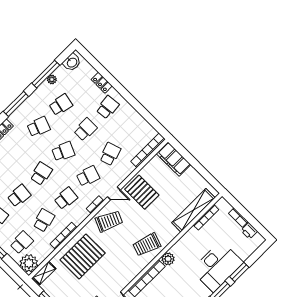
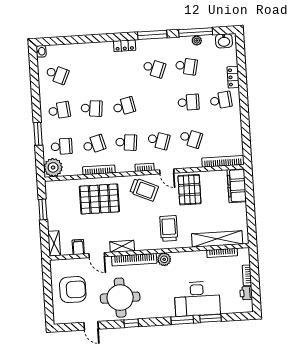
school desk: (63, 152) -> (156, 104), removed
school desk: (110, 154) -> (191, 138), turned 39
trolley: (147, 245) -> (169, 228), moved, turned 71
shelving: (44, 273) -> (122, 246), moved

